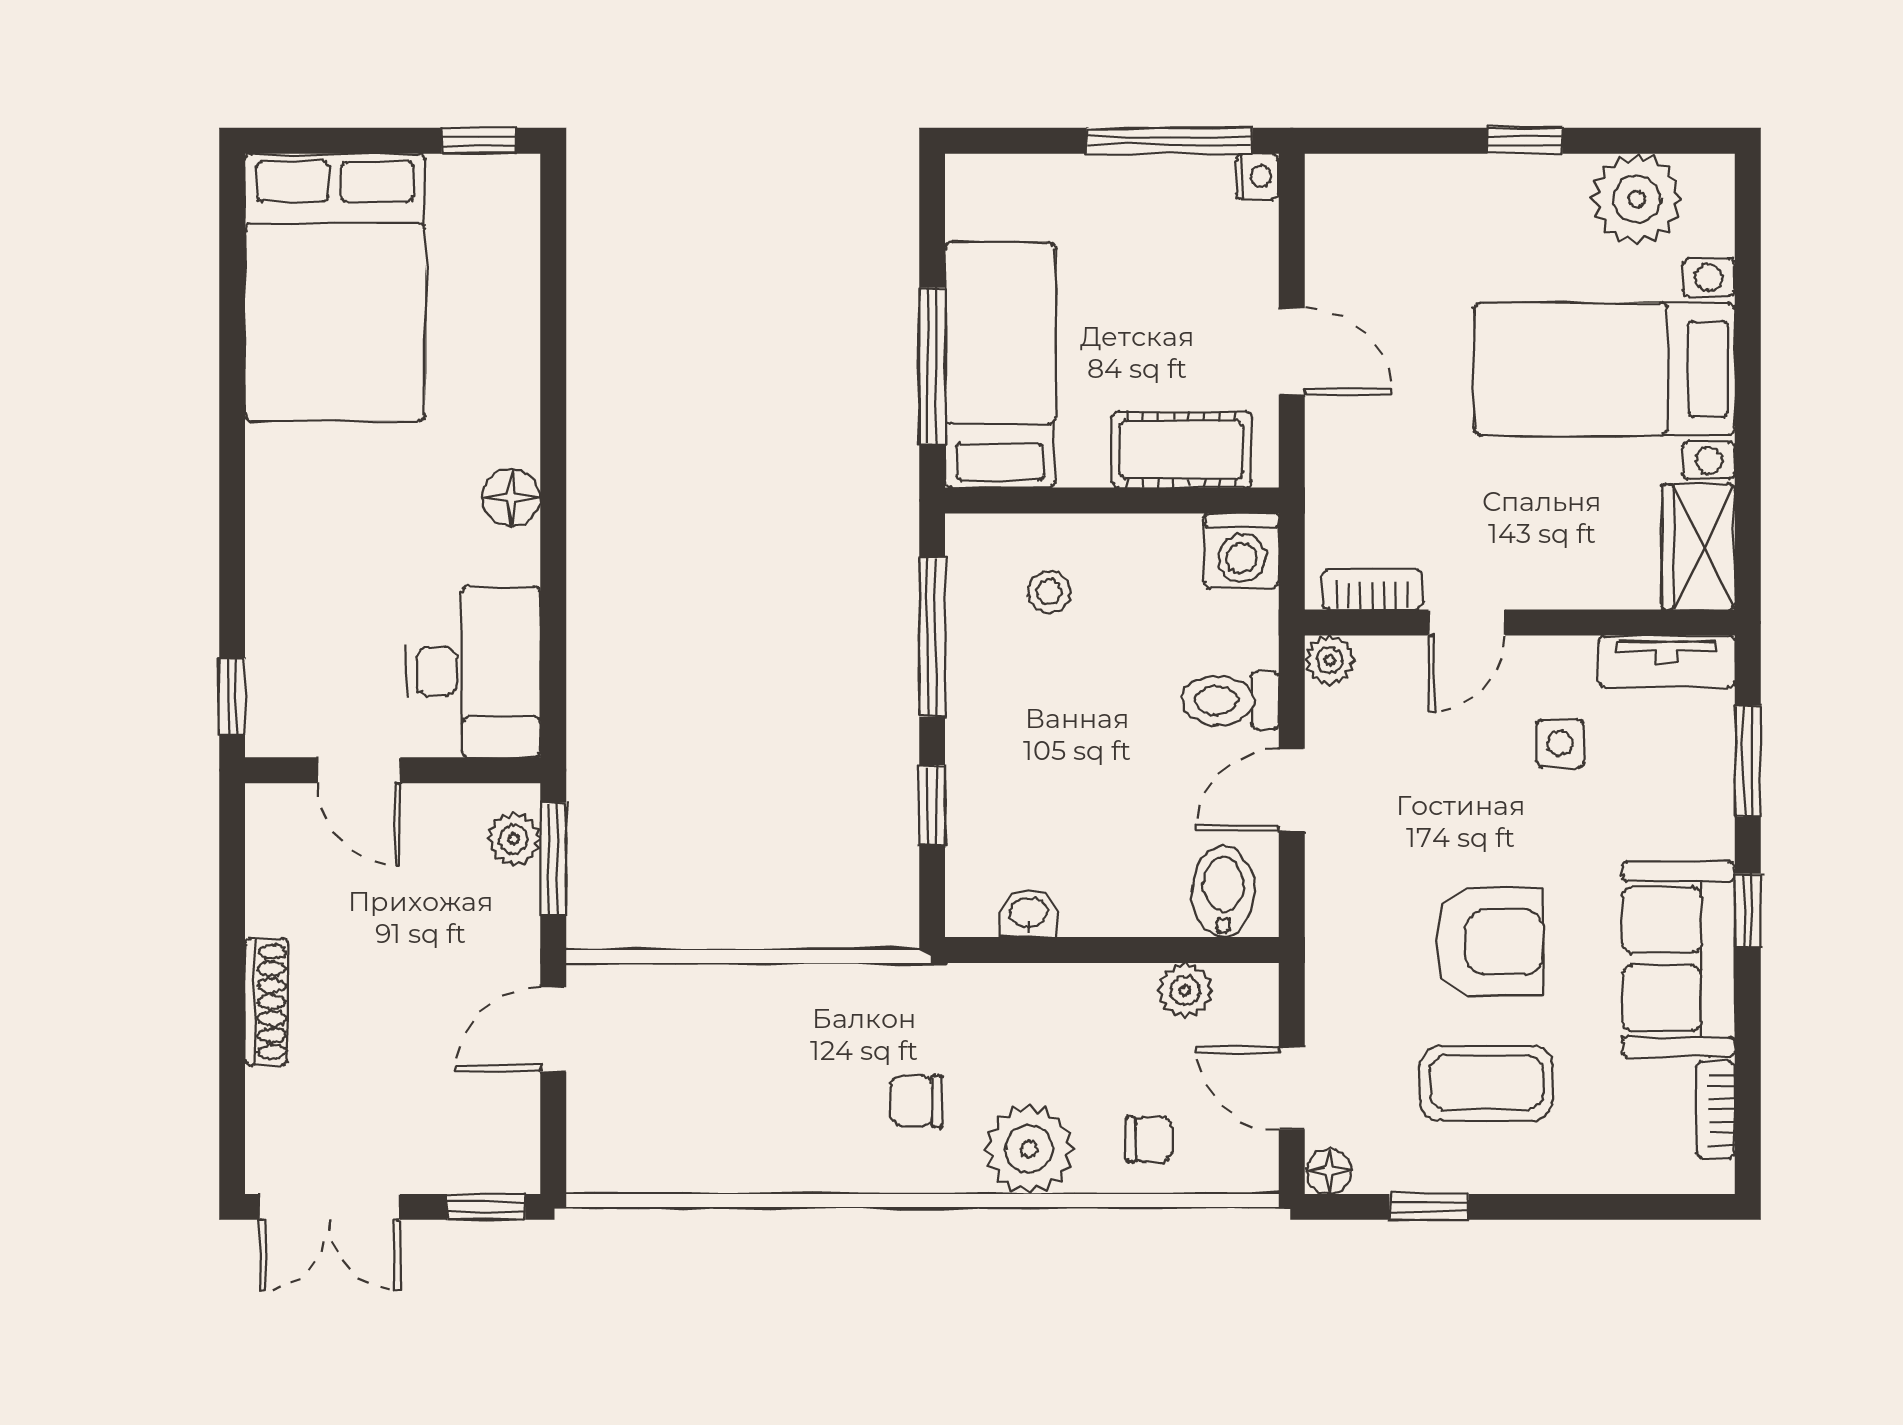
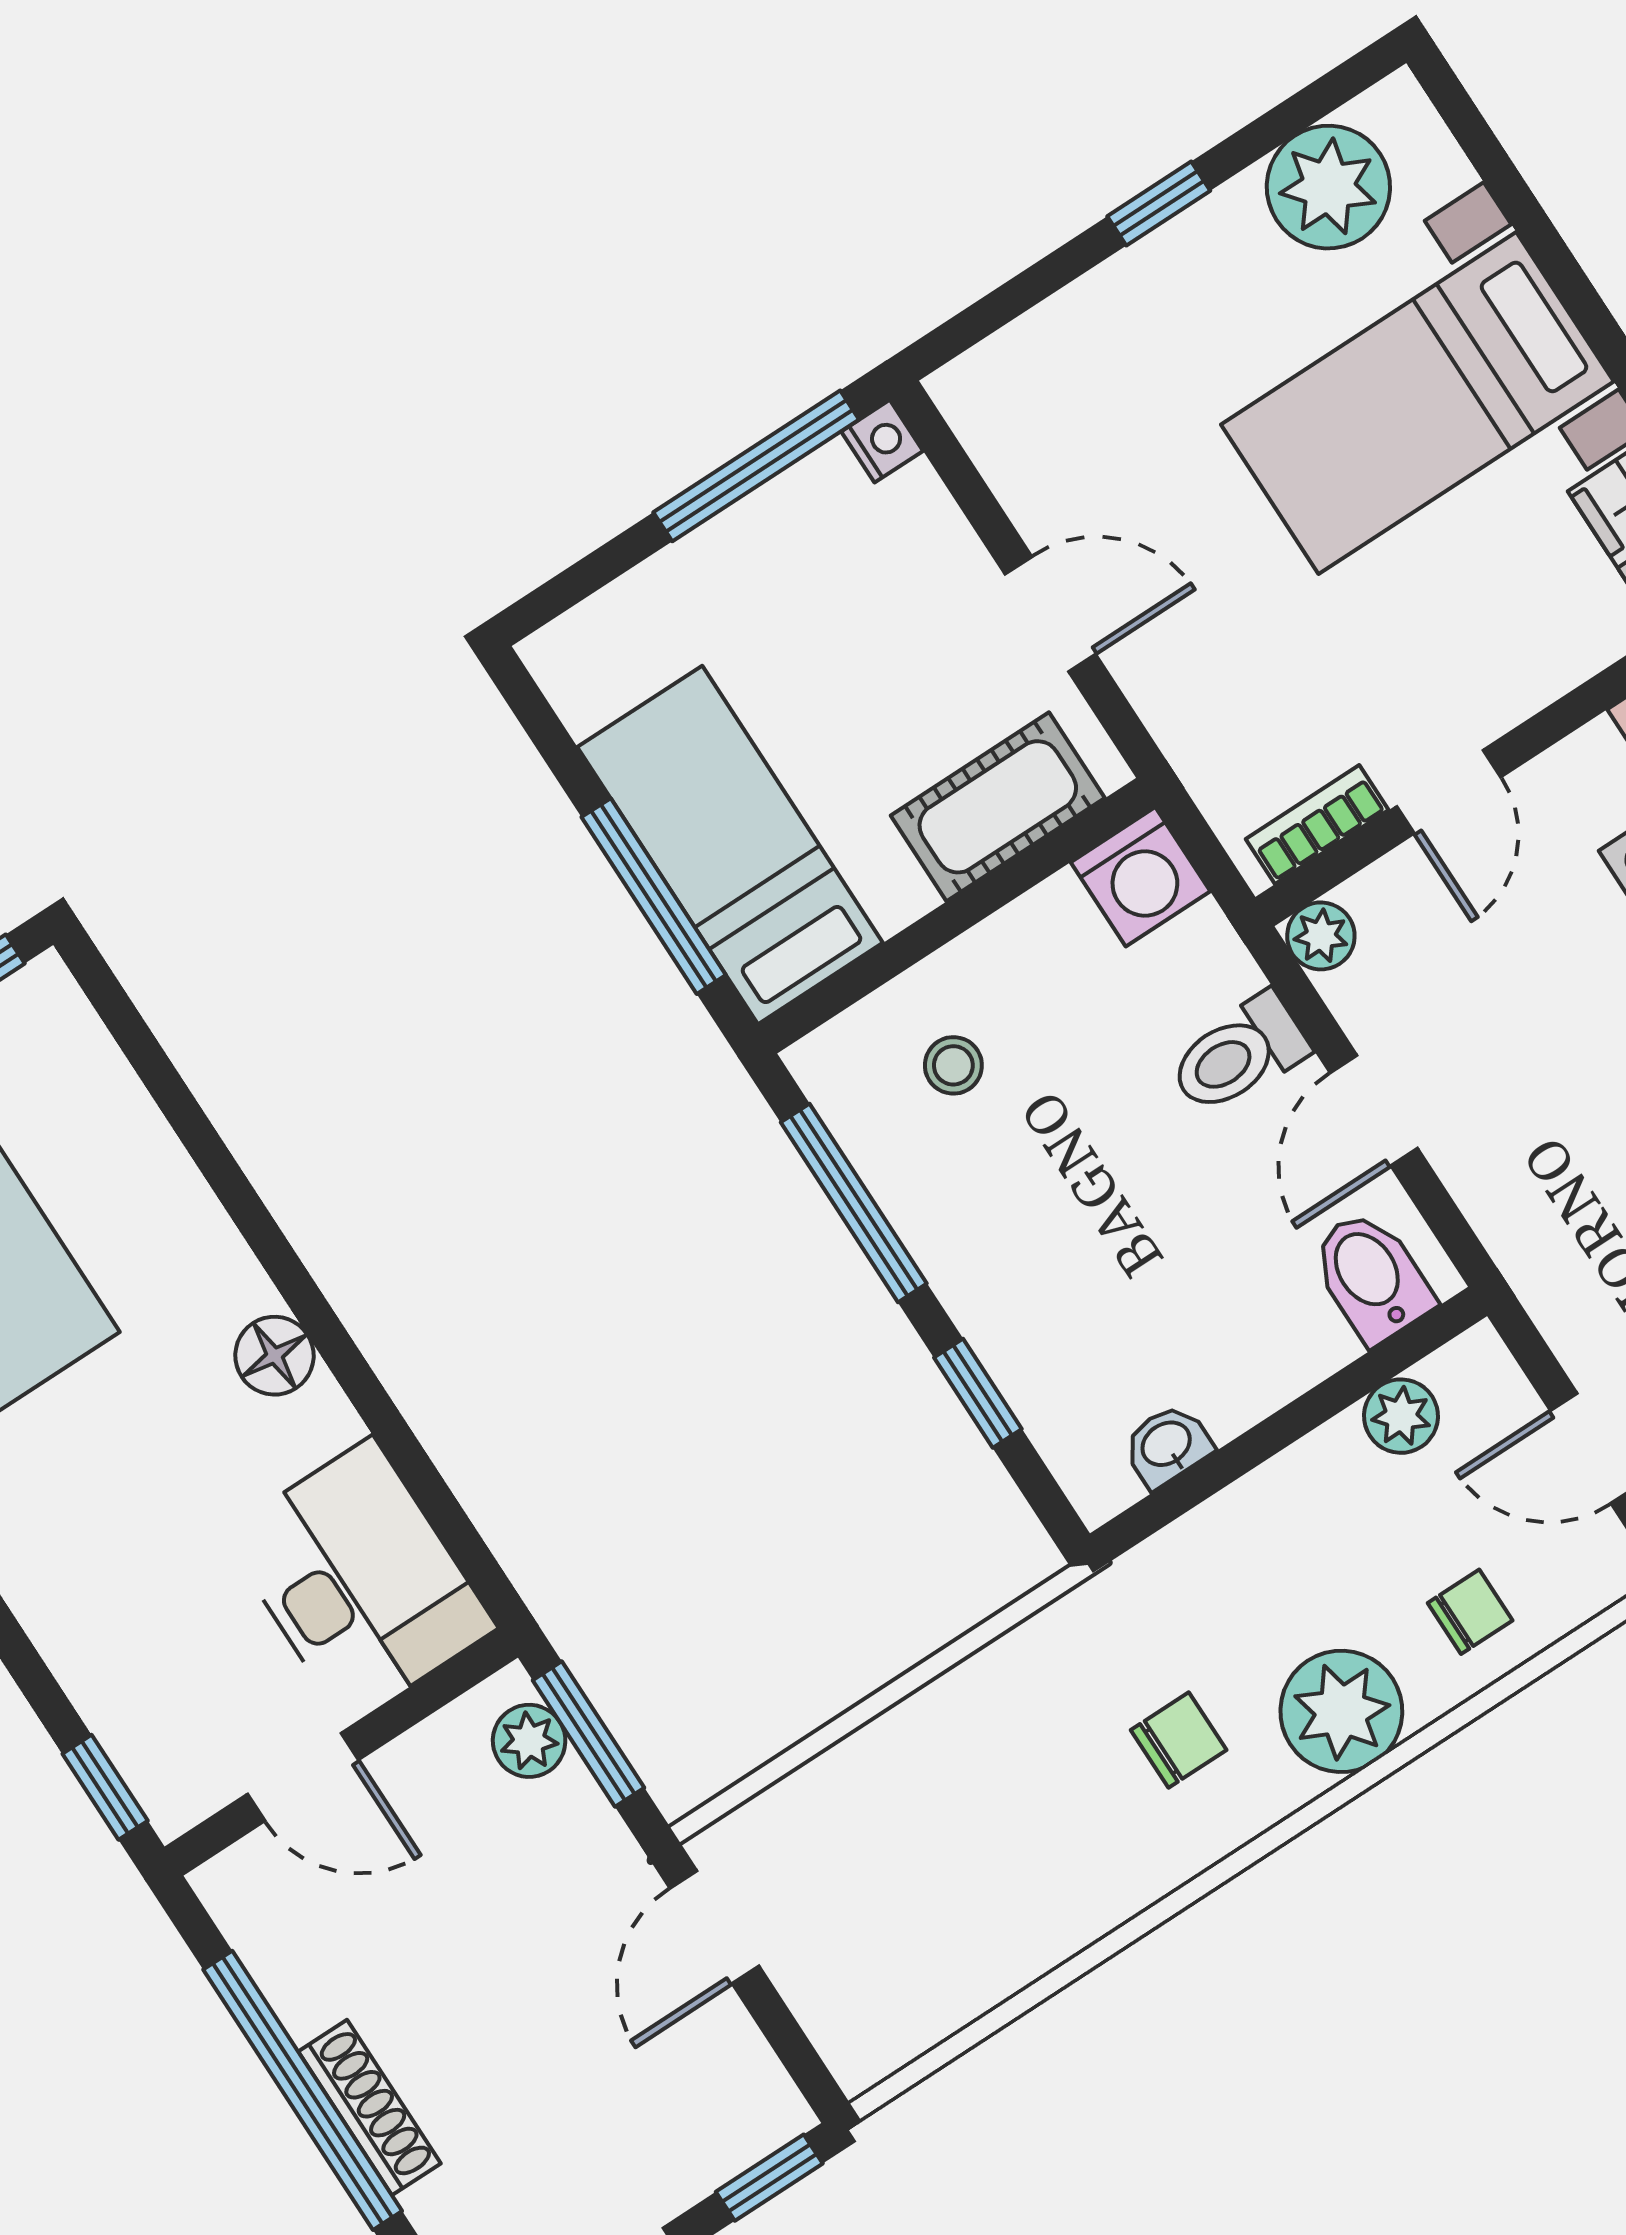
window: (232, 964) -> (303, 2090), added
chair: (916, 1101) -> (1179, 1740), turned 180

